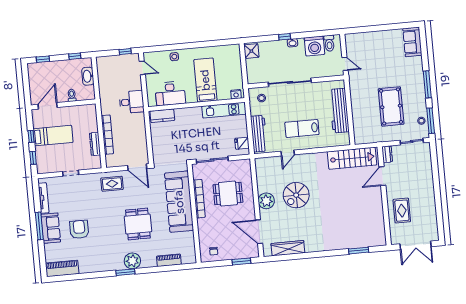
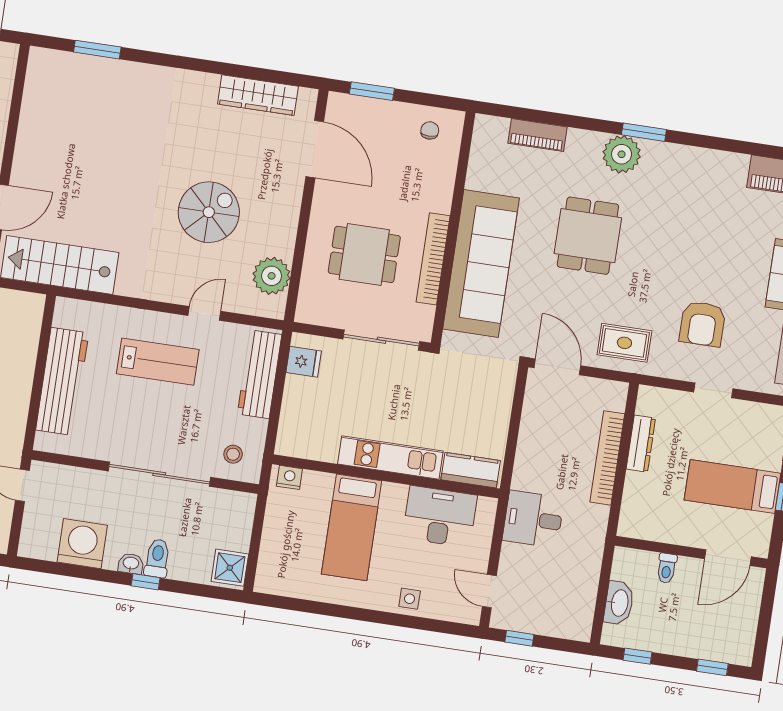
toilet: (329, 43) -> (157, 558), moved
kitchen unit: (224, 110) -> (390, 458), moved
plant: (266, 201) -> (272, 276), moved
armchair: (79, 229) -> (702, 324), moved

